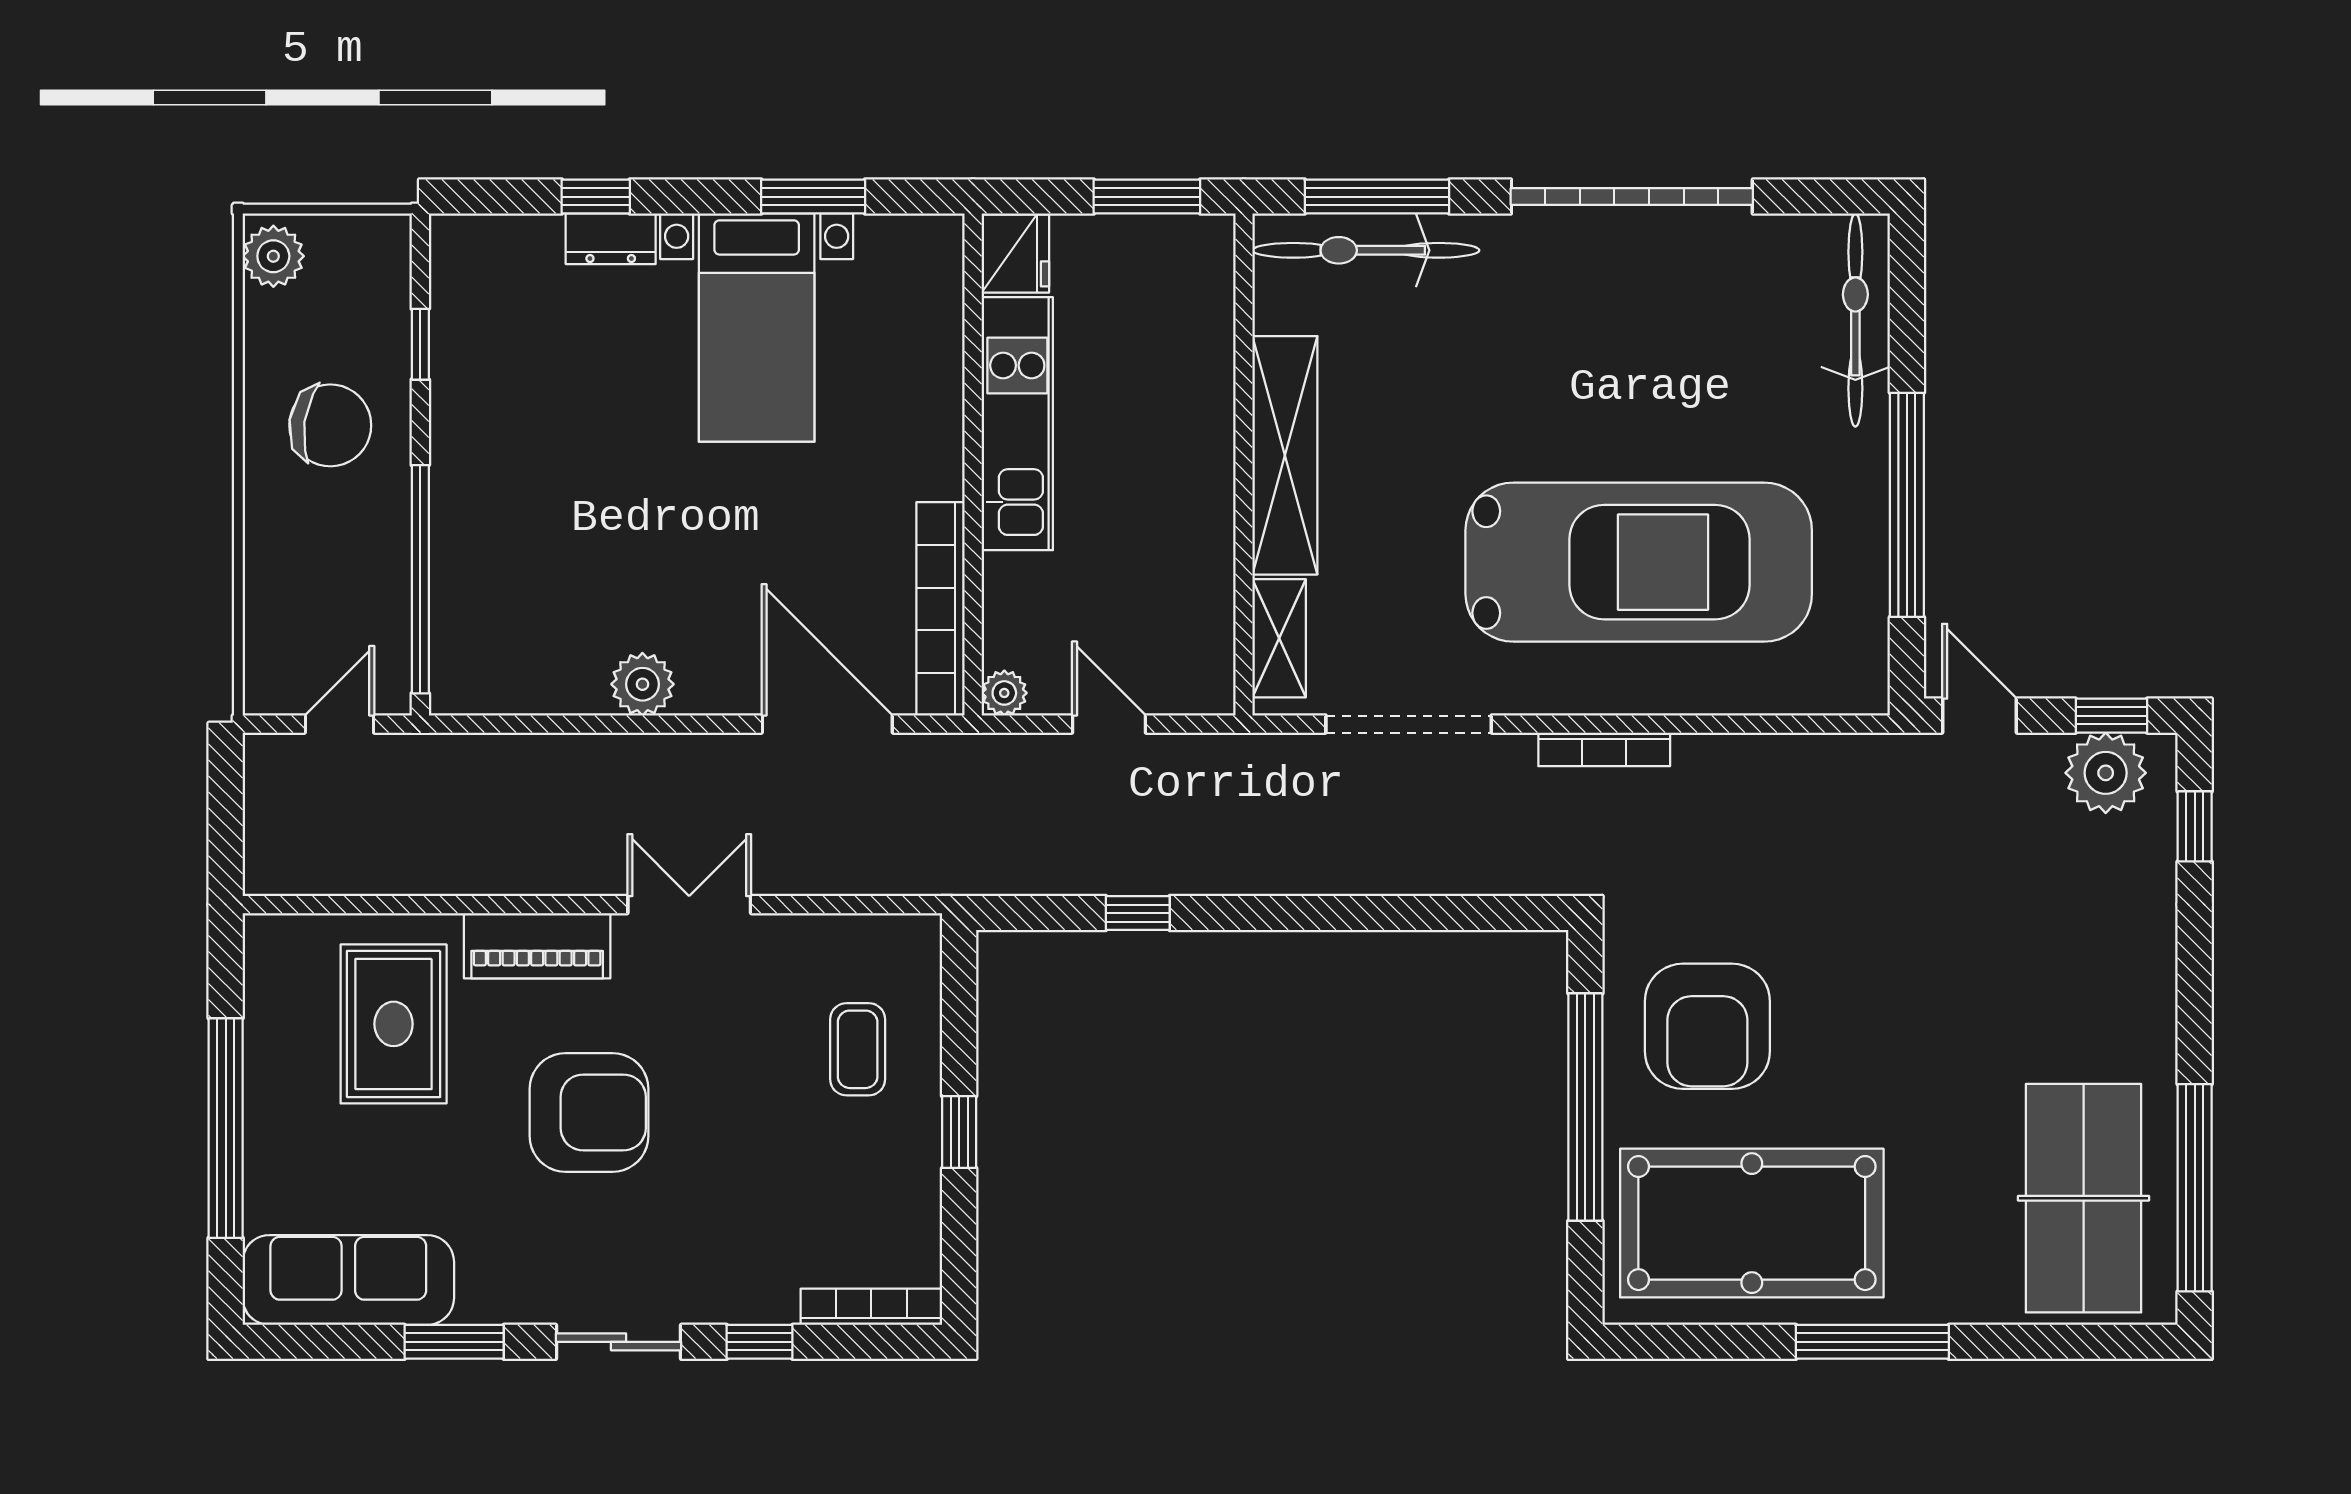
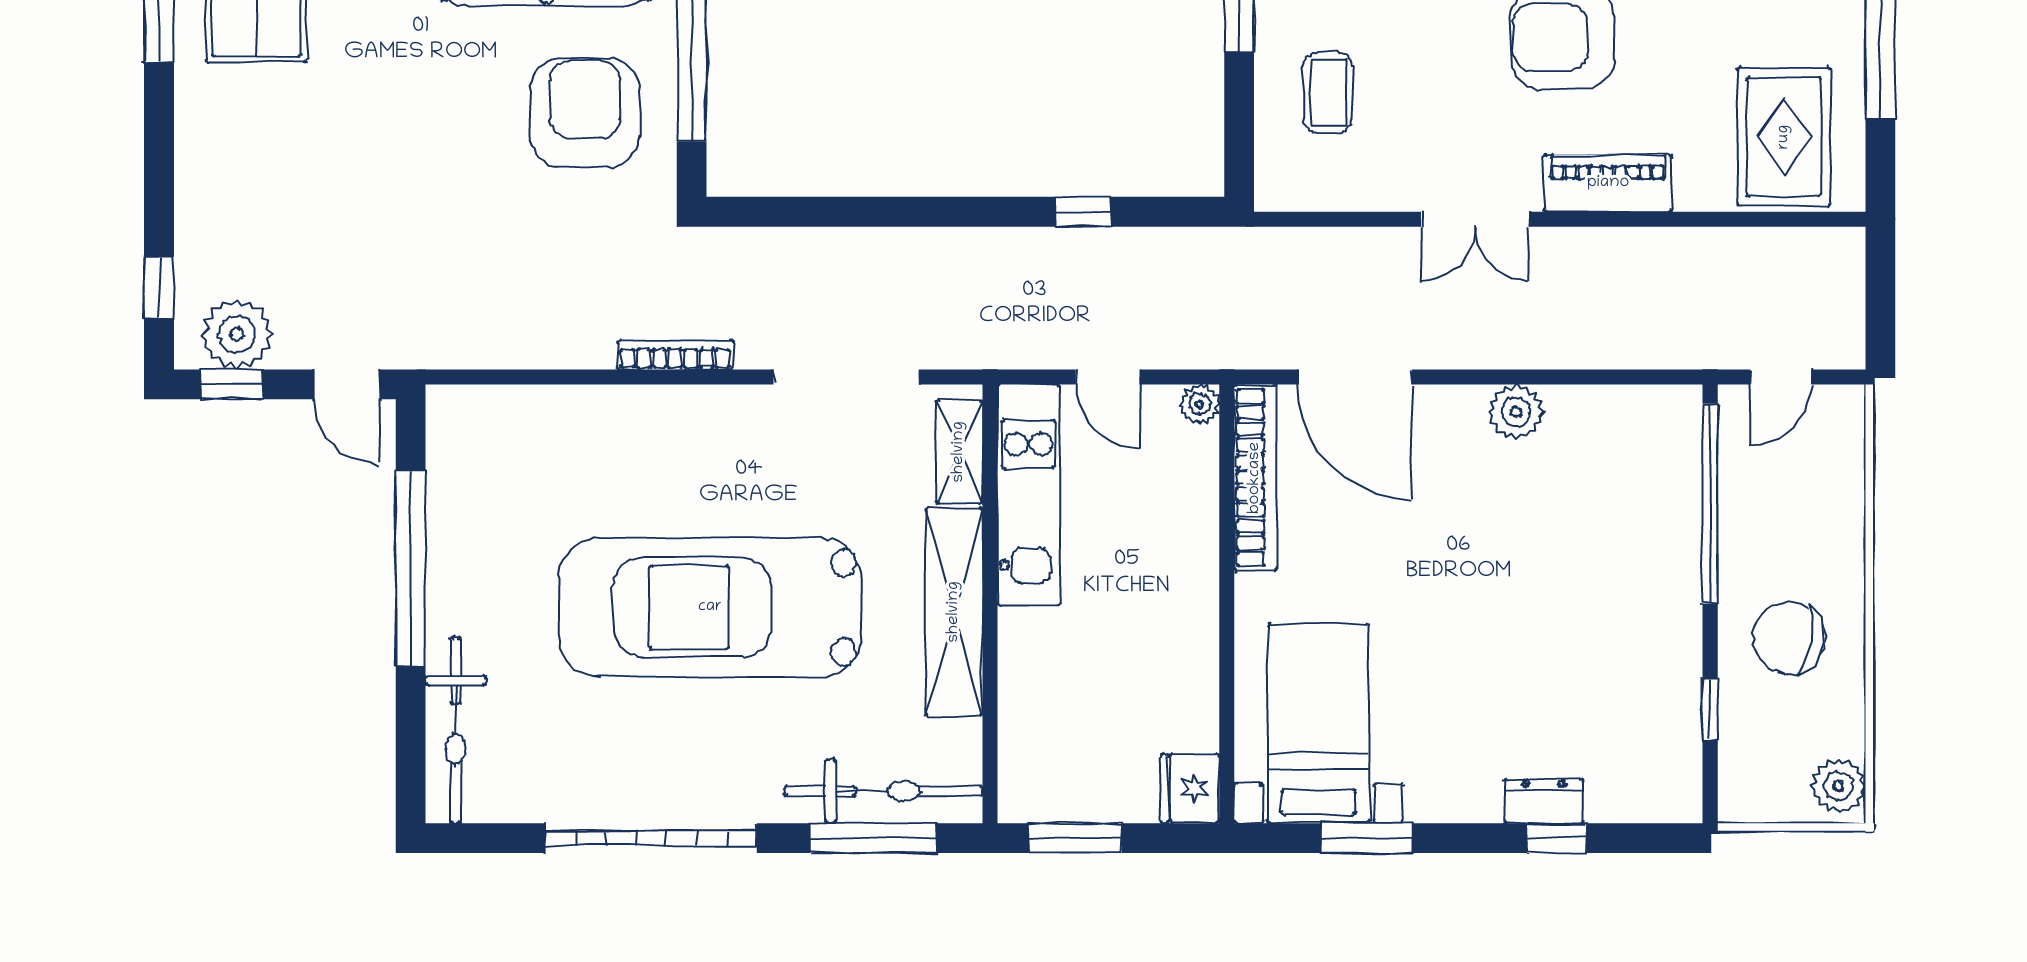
bed with nightstands: (757, 328) -> (1318, 724), moved
kitchen unit: (1017, 424) -> (1029, 495), moved, turned 180
car: (1639, 562) -> (710, 607), moved
rug: (394, 1024) -> (1784, 137), moved

